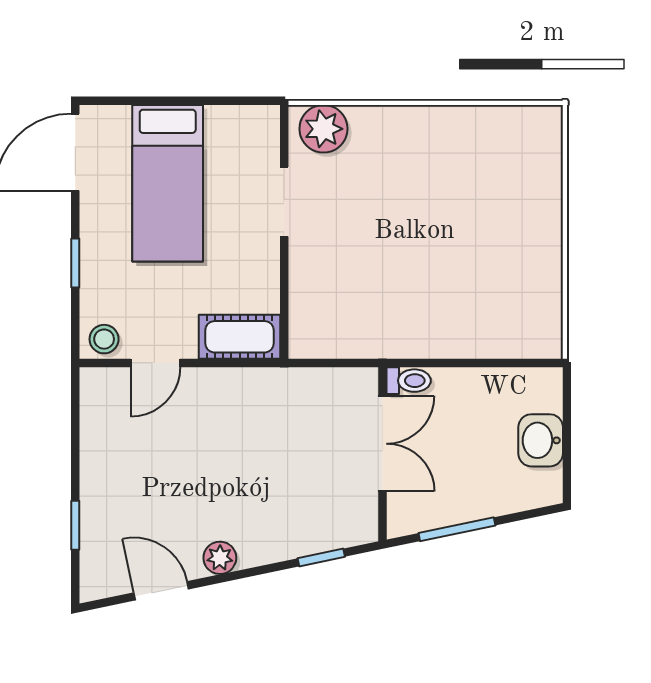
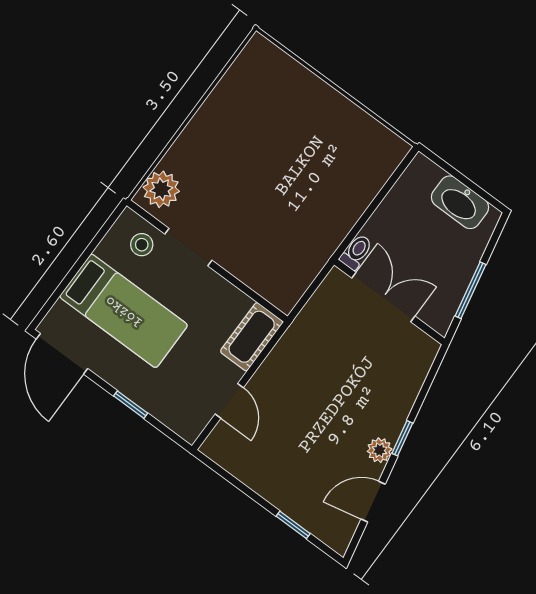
stool: (104, 339) -> (142, 245), moved
washbasin: (541, 440) -> (460, 202), width x1.38
window: (321, 557) -> (402, 438), moved

